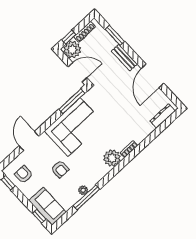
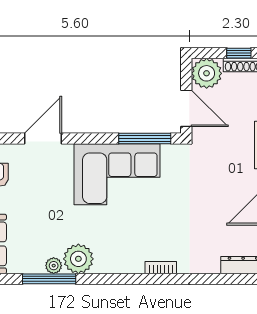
window: (69, 37) -> (239, 53), moved
plant: (112, 158) -> (78, 259), moved
armchair: (60, 169) -> (49, 211), removed

